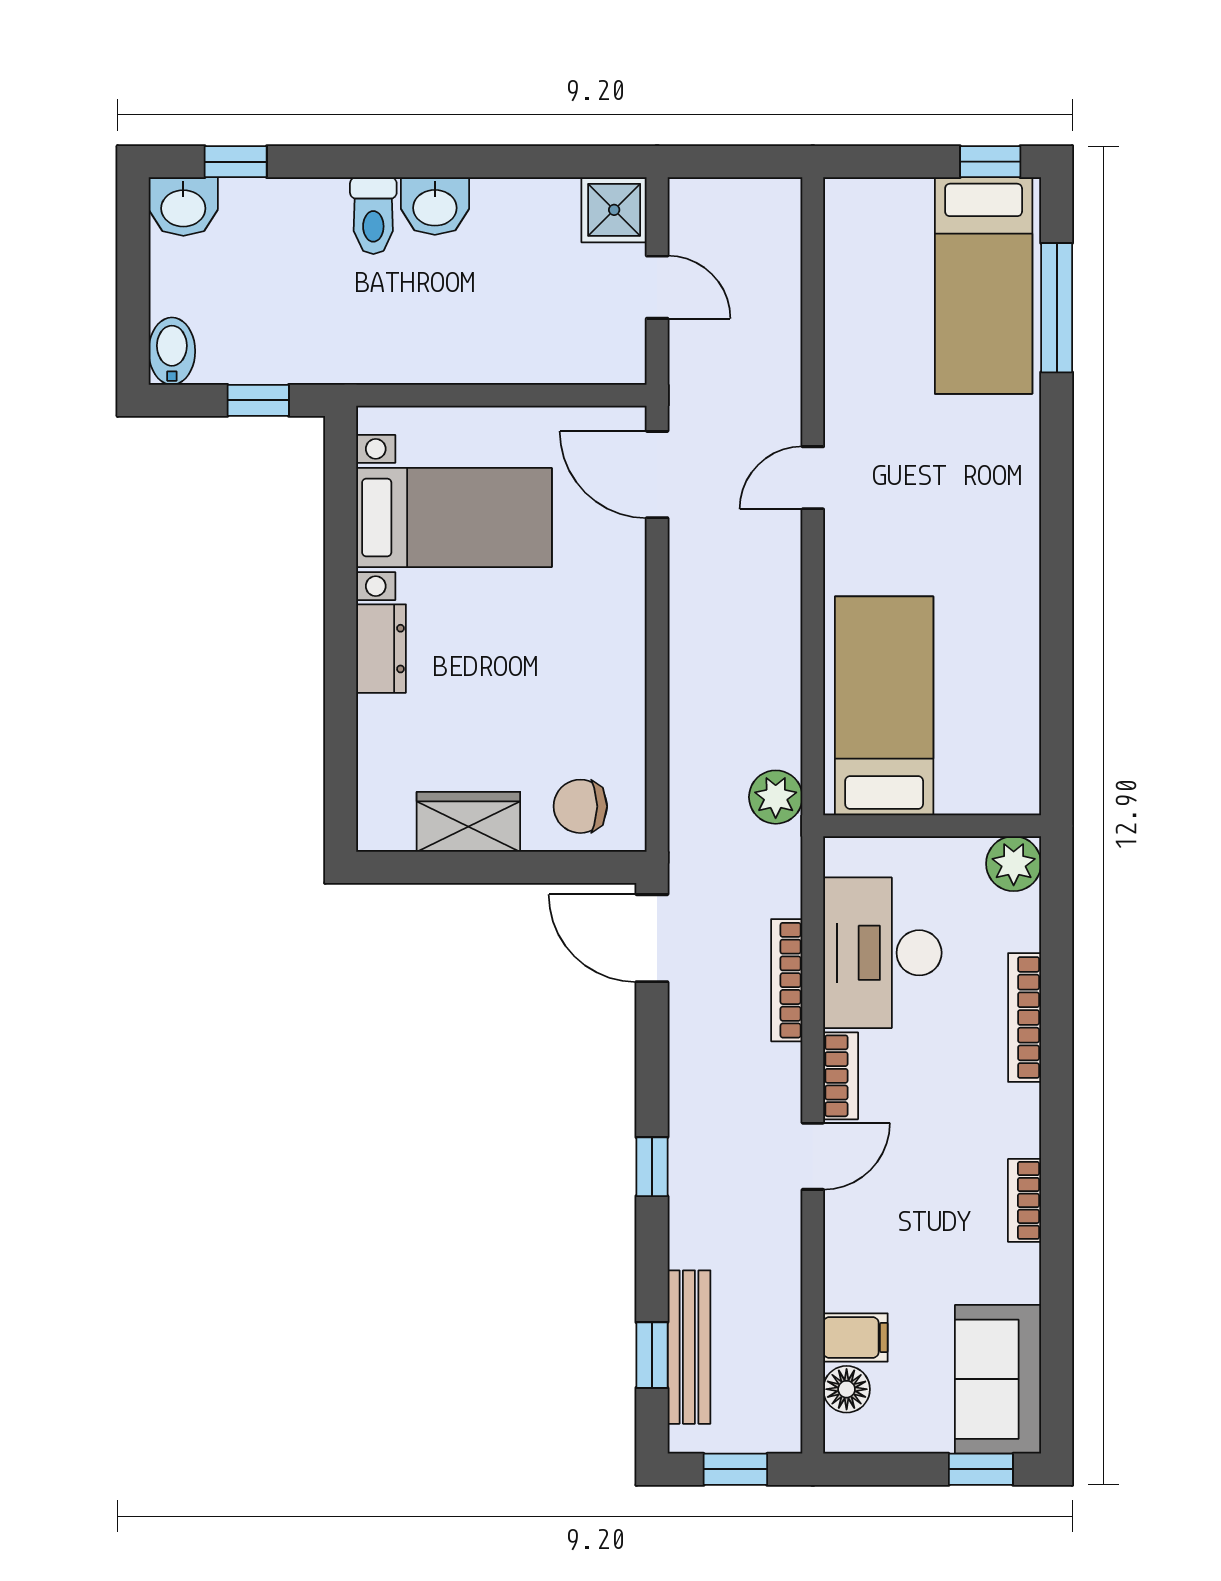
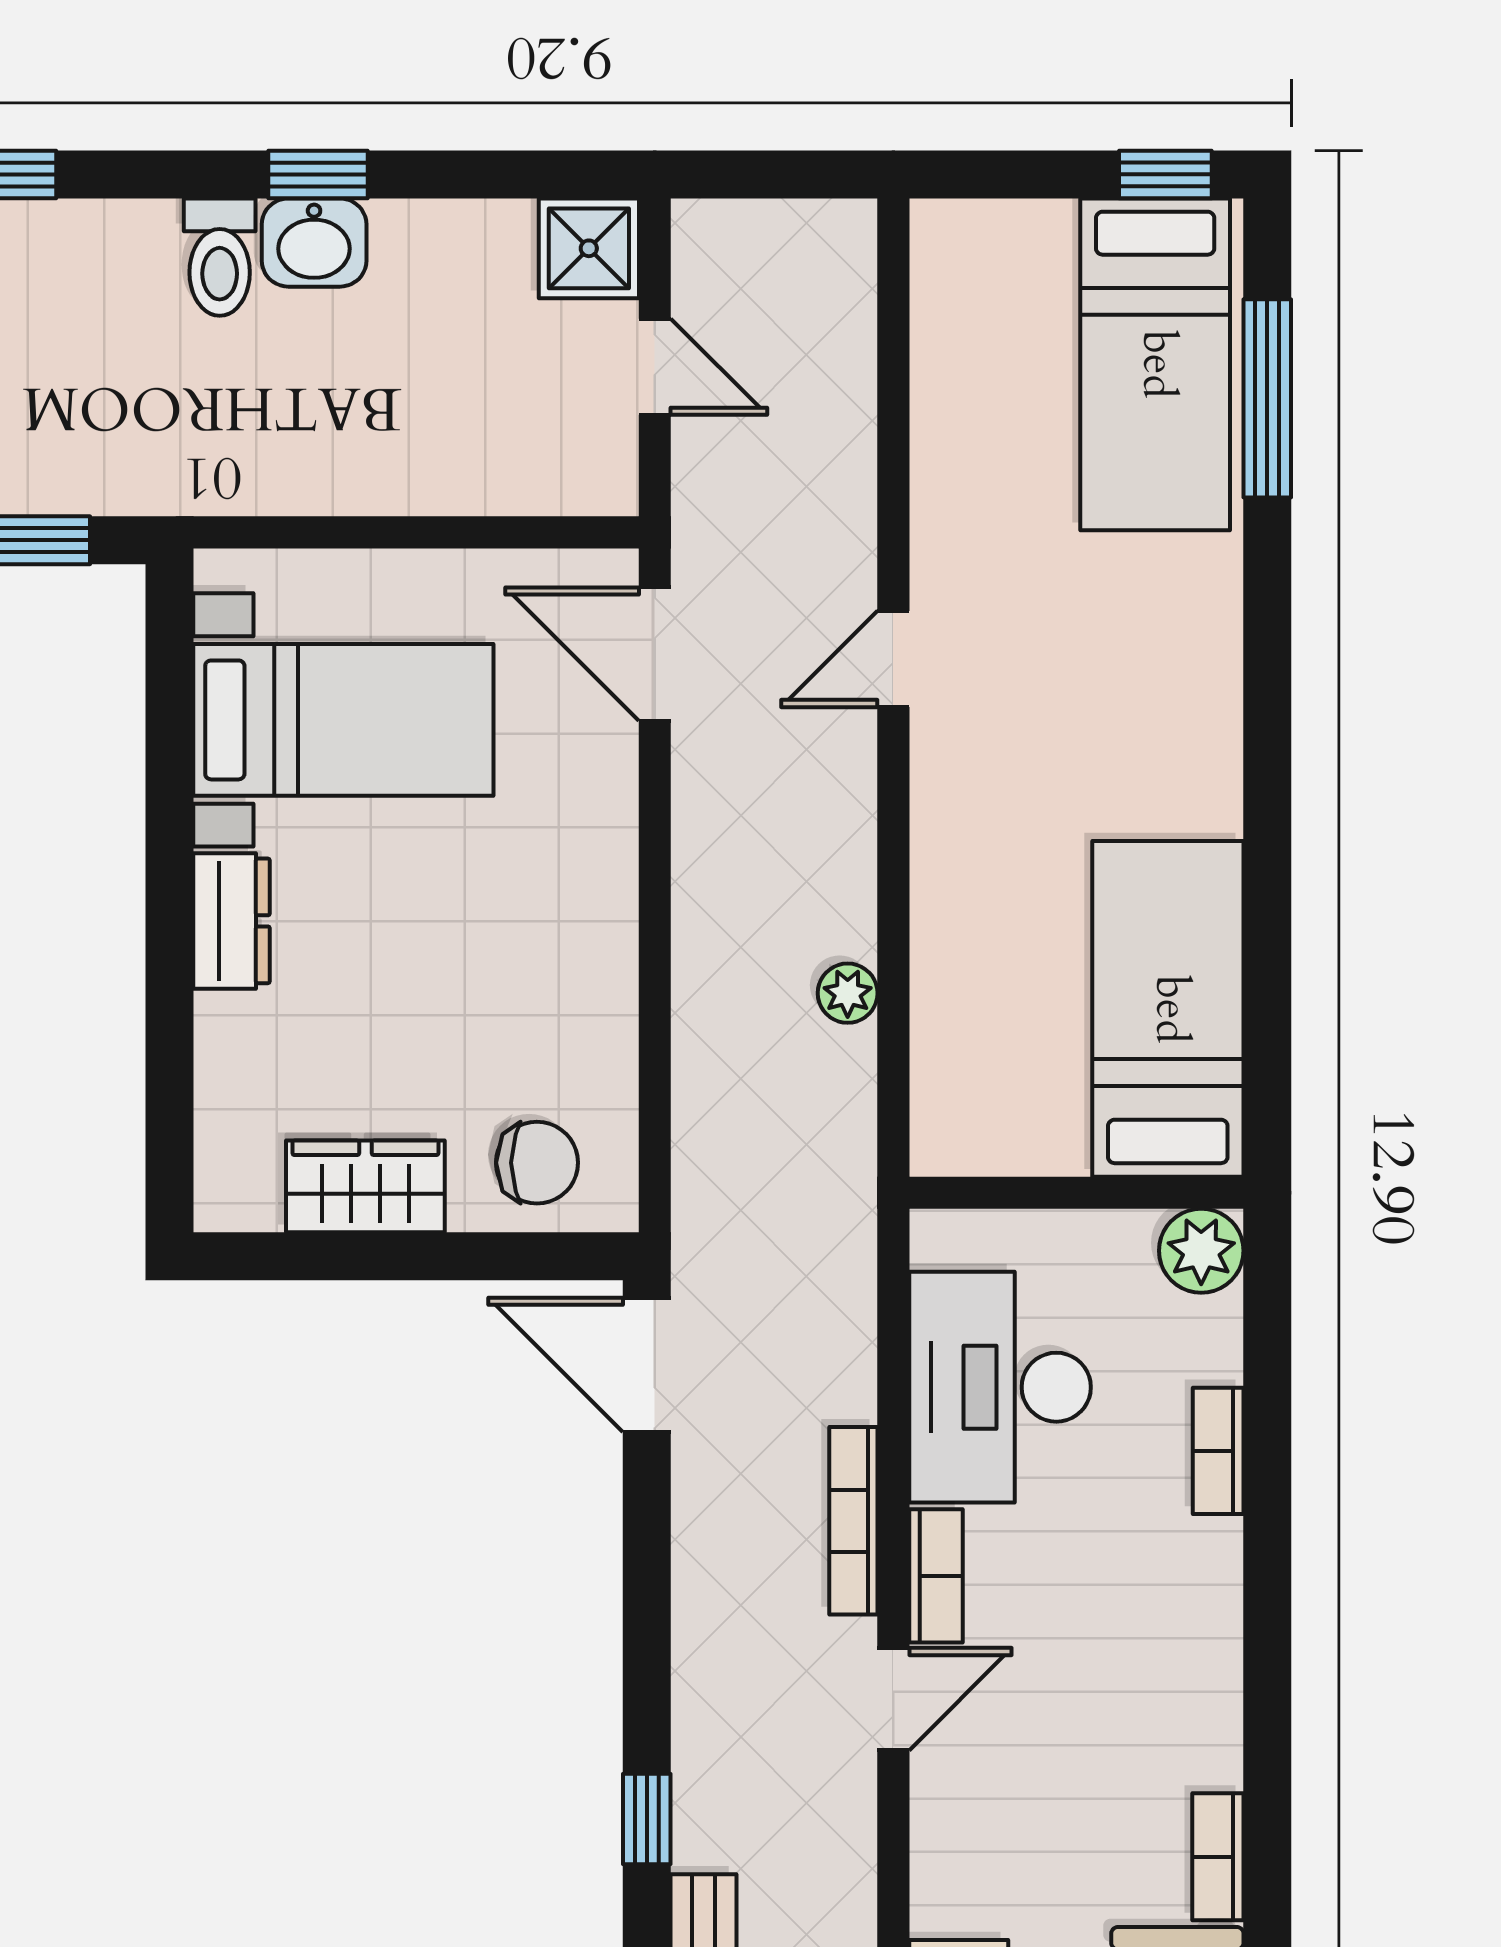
window: (438, 162) -> (318, 174), added
bed: (884, 706) -> (1168, 1009), moved
plant: (776, 797) -> (848, 993), moved, width x0.73, depth x0.73
chair: (580, 806) -> (537, 1163), turned 180
bookcase: (787, 980) -> (853, 1521), moved
bookcase: (1025, 1017) -> (1218, 1451), width x0.64
window: (652, 1167) -> (647, 1819), moved
bookcase: (1025, 1200) -> (1218, 1857), moved

